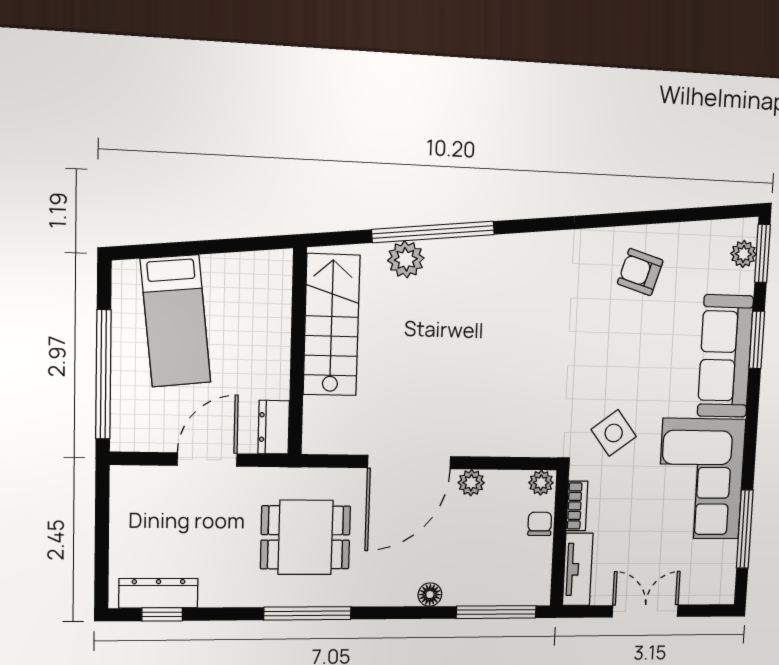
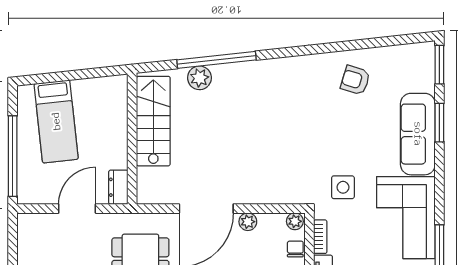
plant: (743, 254) -> (426, 66), removed
side table: (614, 433) -> (343, 187), turned 37

